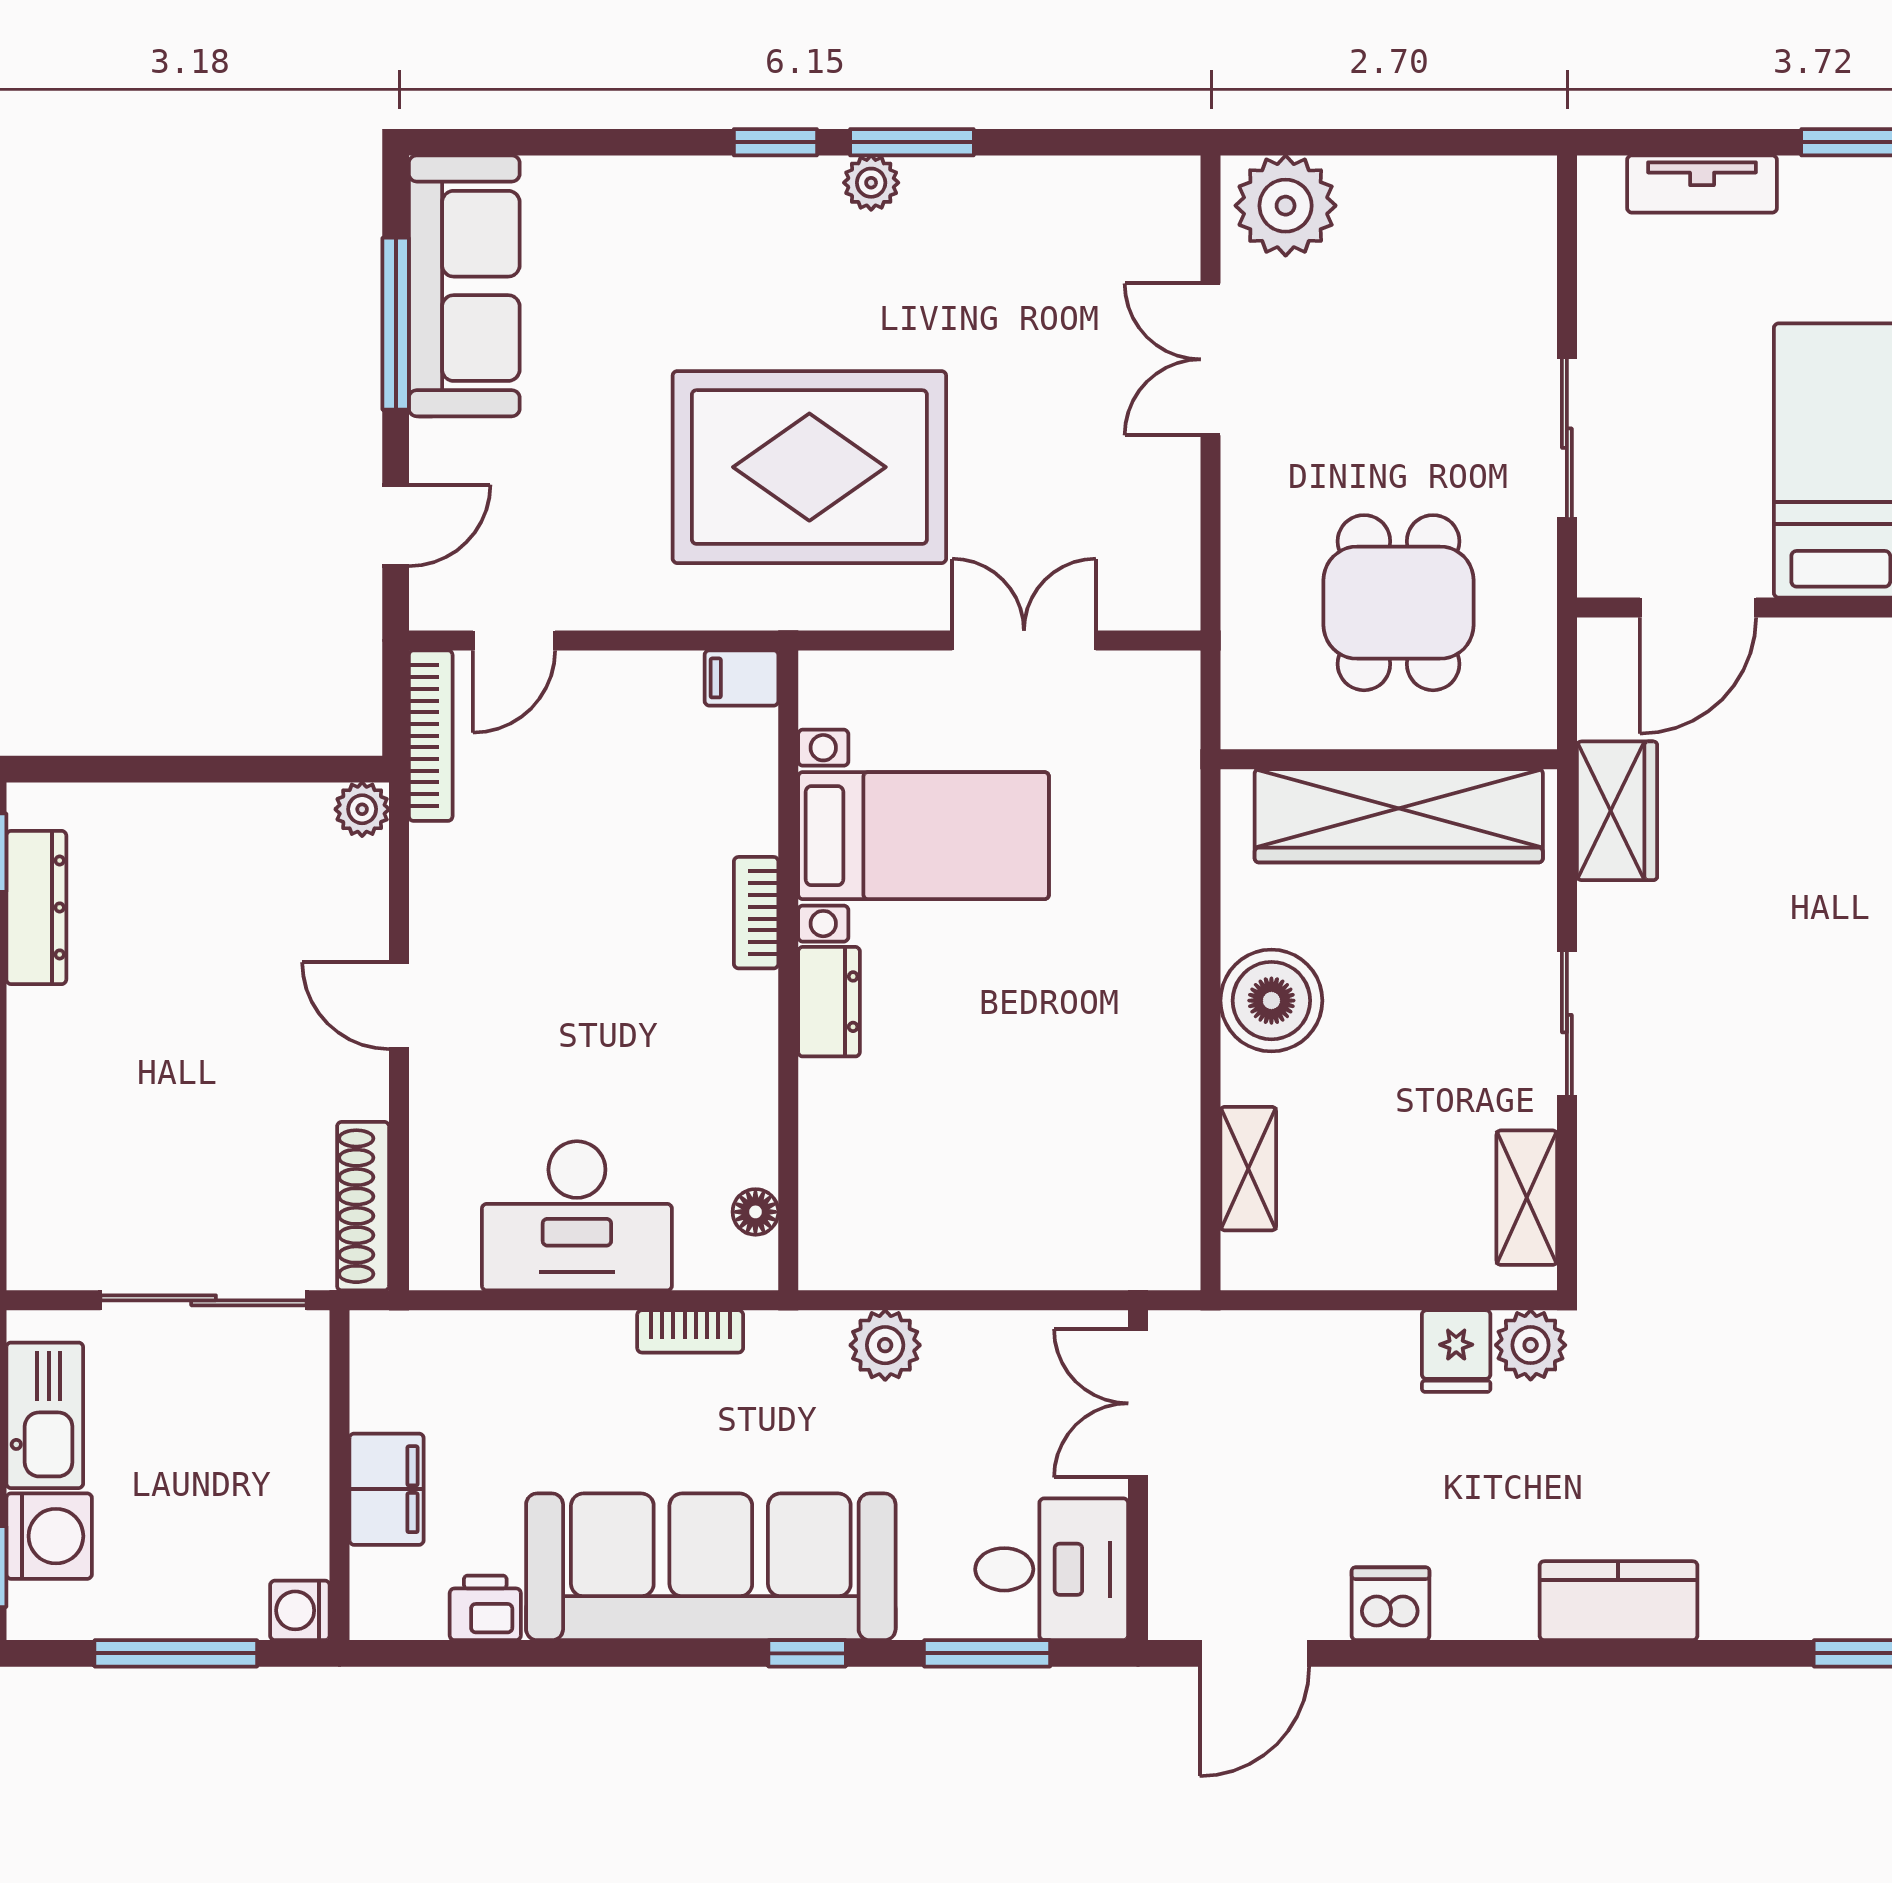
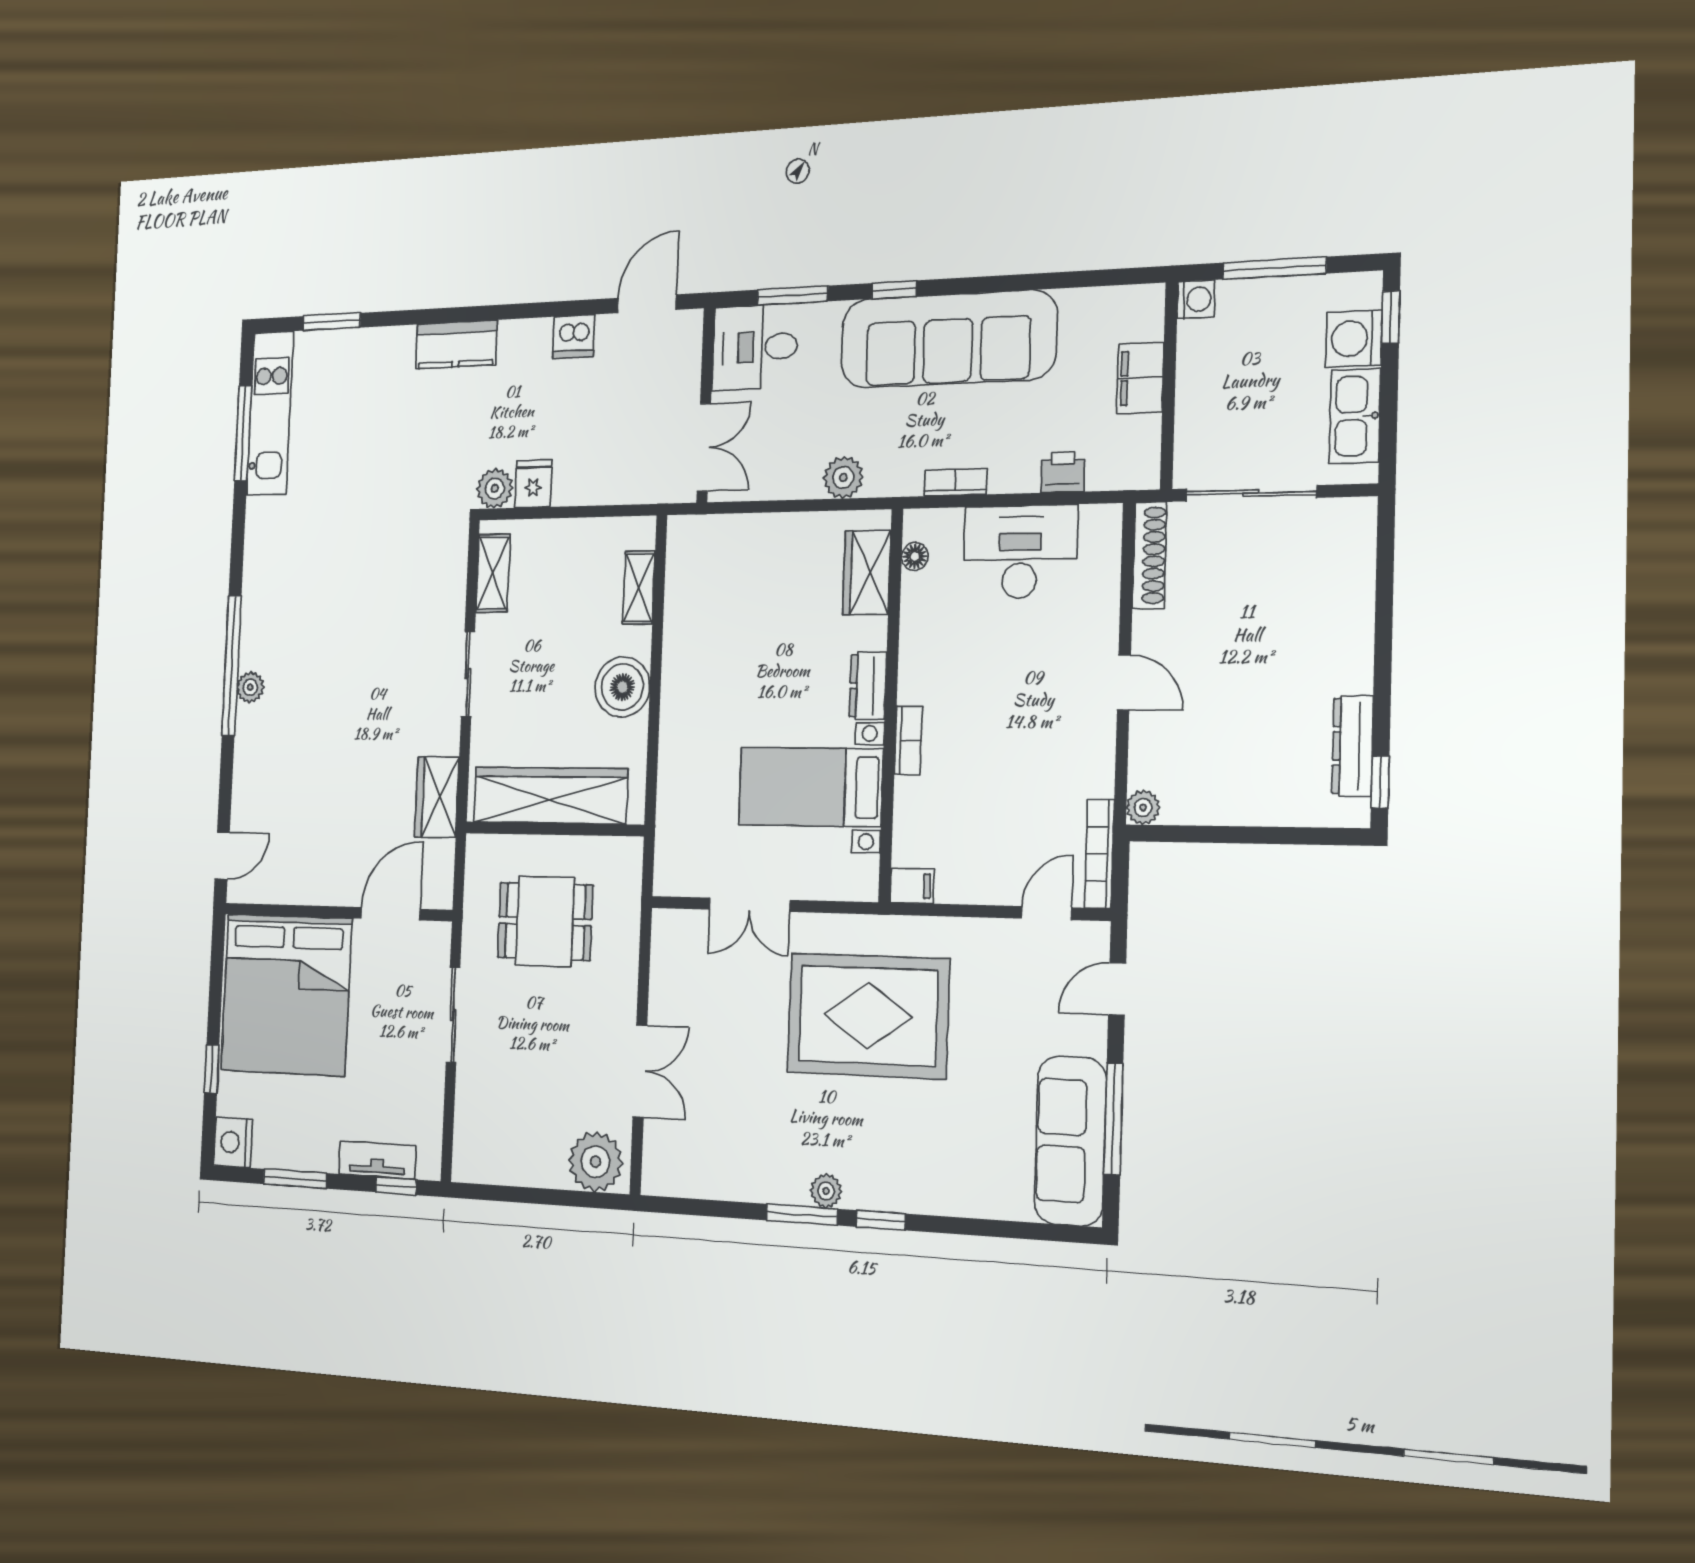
window: (1663, 142) -> (396, 1186), added
dining table: (1399, 603) -> (545, 921), turned 90
wardrobe: (838, 1187) -> (867, 573), added
printer: (485, 1608) -> (1063, 472), moved, turned 180

